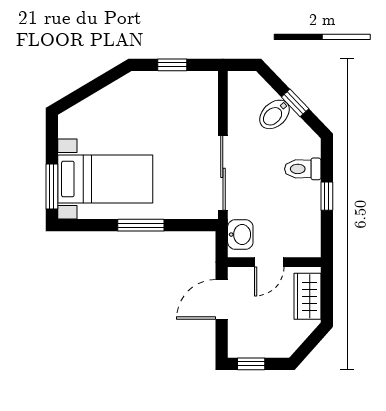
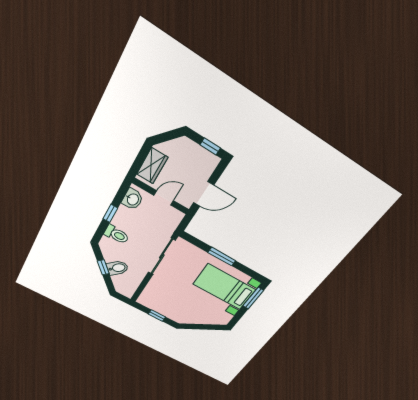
washbasin: (240, 235) -> (132, 199), moved, turned 180

